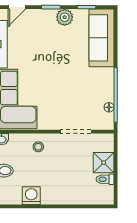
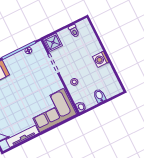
shower: (104, 163) -> (53, 42), moved
washing machine: (31, 196) -> (101, 59), moved

